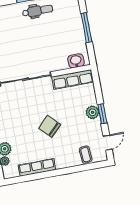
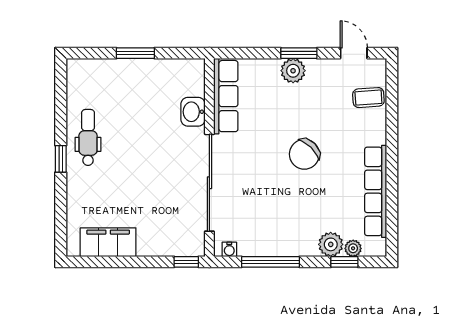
window: (86, 28) -> (135, 53), width x0.69
washbasin: (76, 61) -> (193, 112), moved
row of seats: (37, 167) -> (376, 191), width x1.36

